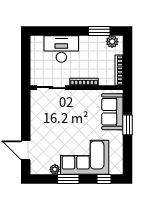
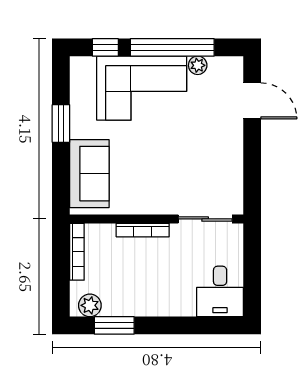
desk: (61, 49) -> (220, 291), moved, width x0.73
window: (128, 125) -> (61, 123), moved
window: (68, 179) -> (172, 47), width x2.11

